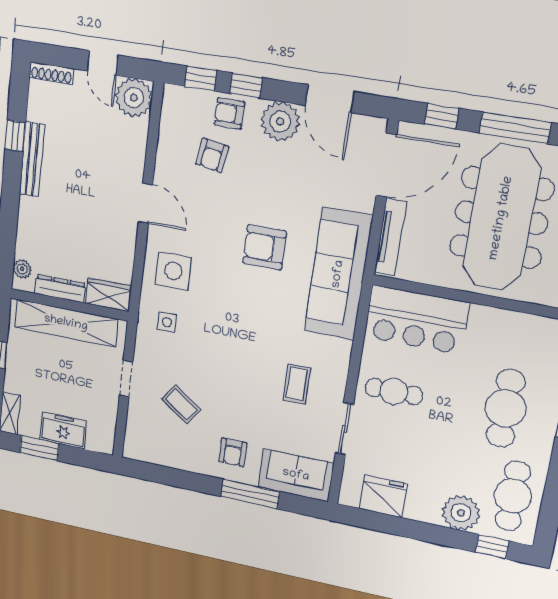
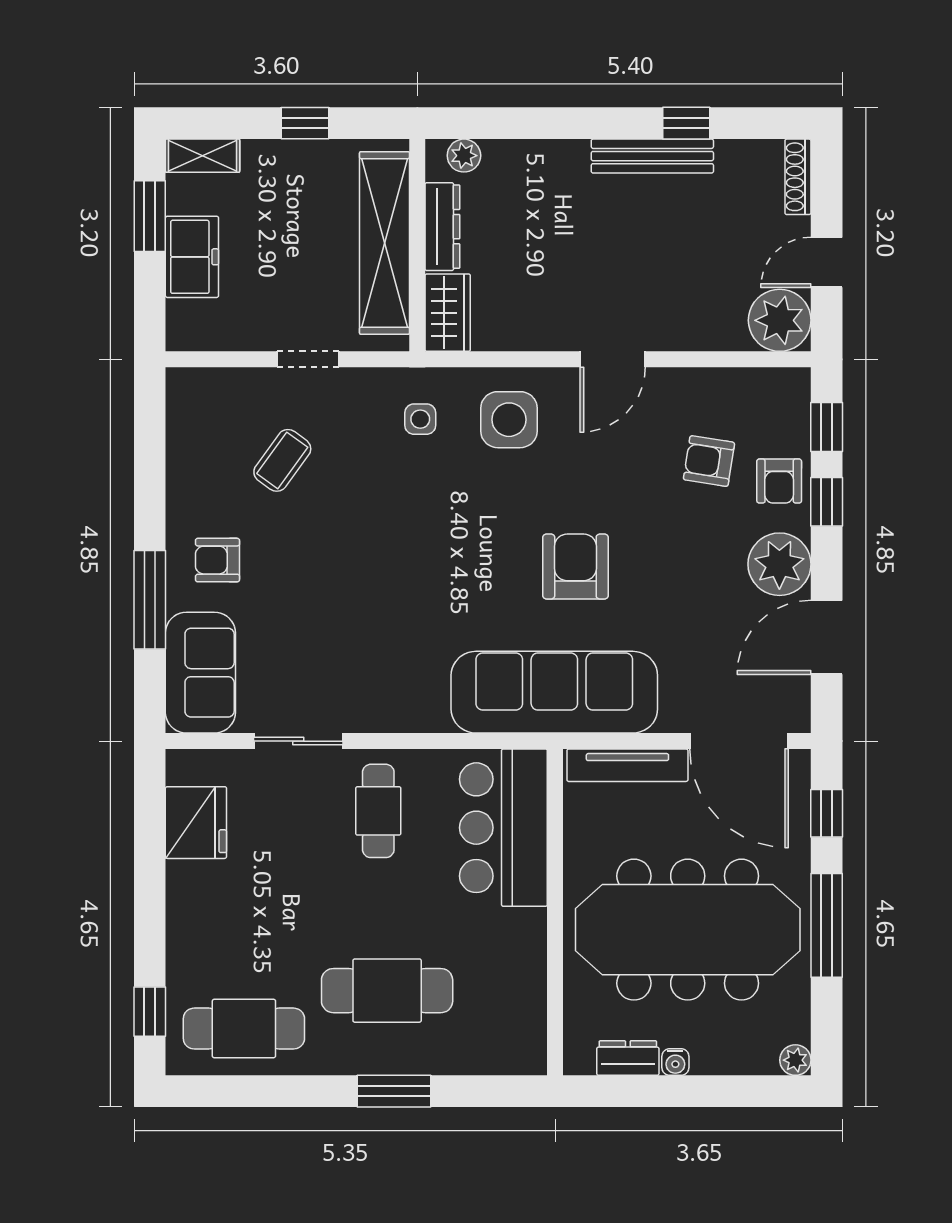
armchair: (230, 113) -> (779, 481), turned 180
coffee table: (297, 384) -> (358, 651), removed
plant: (461, 513) -> (196, 952), removed

